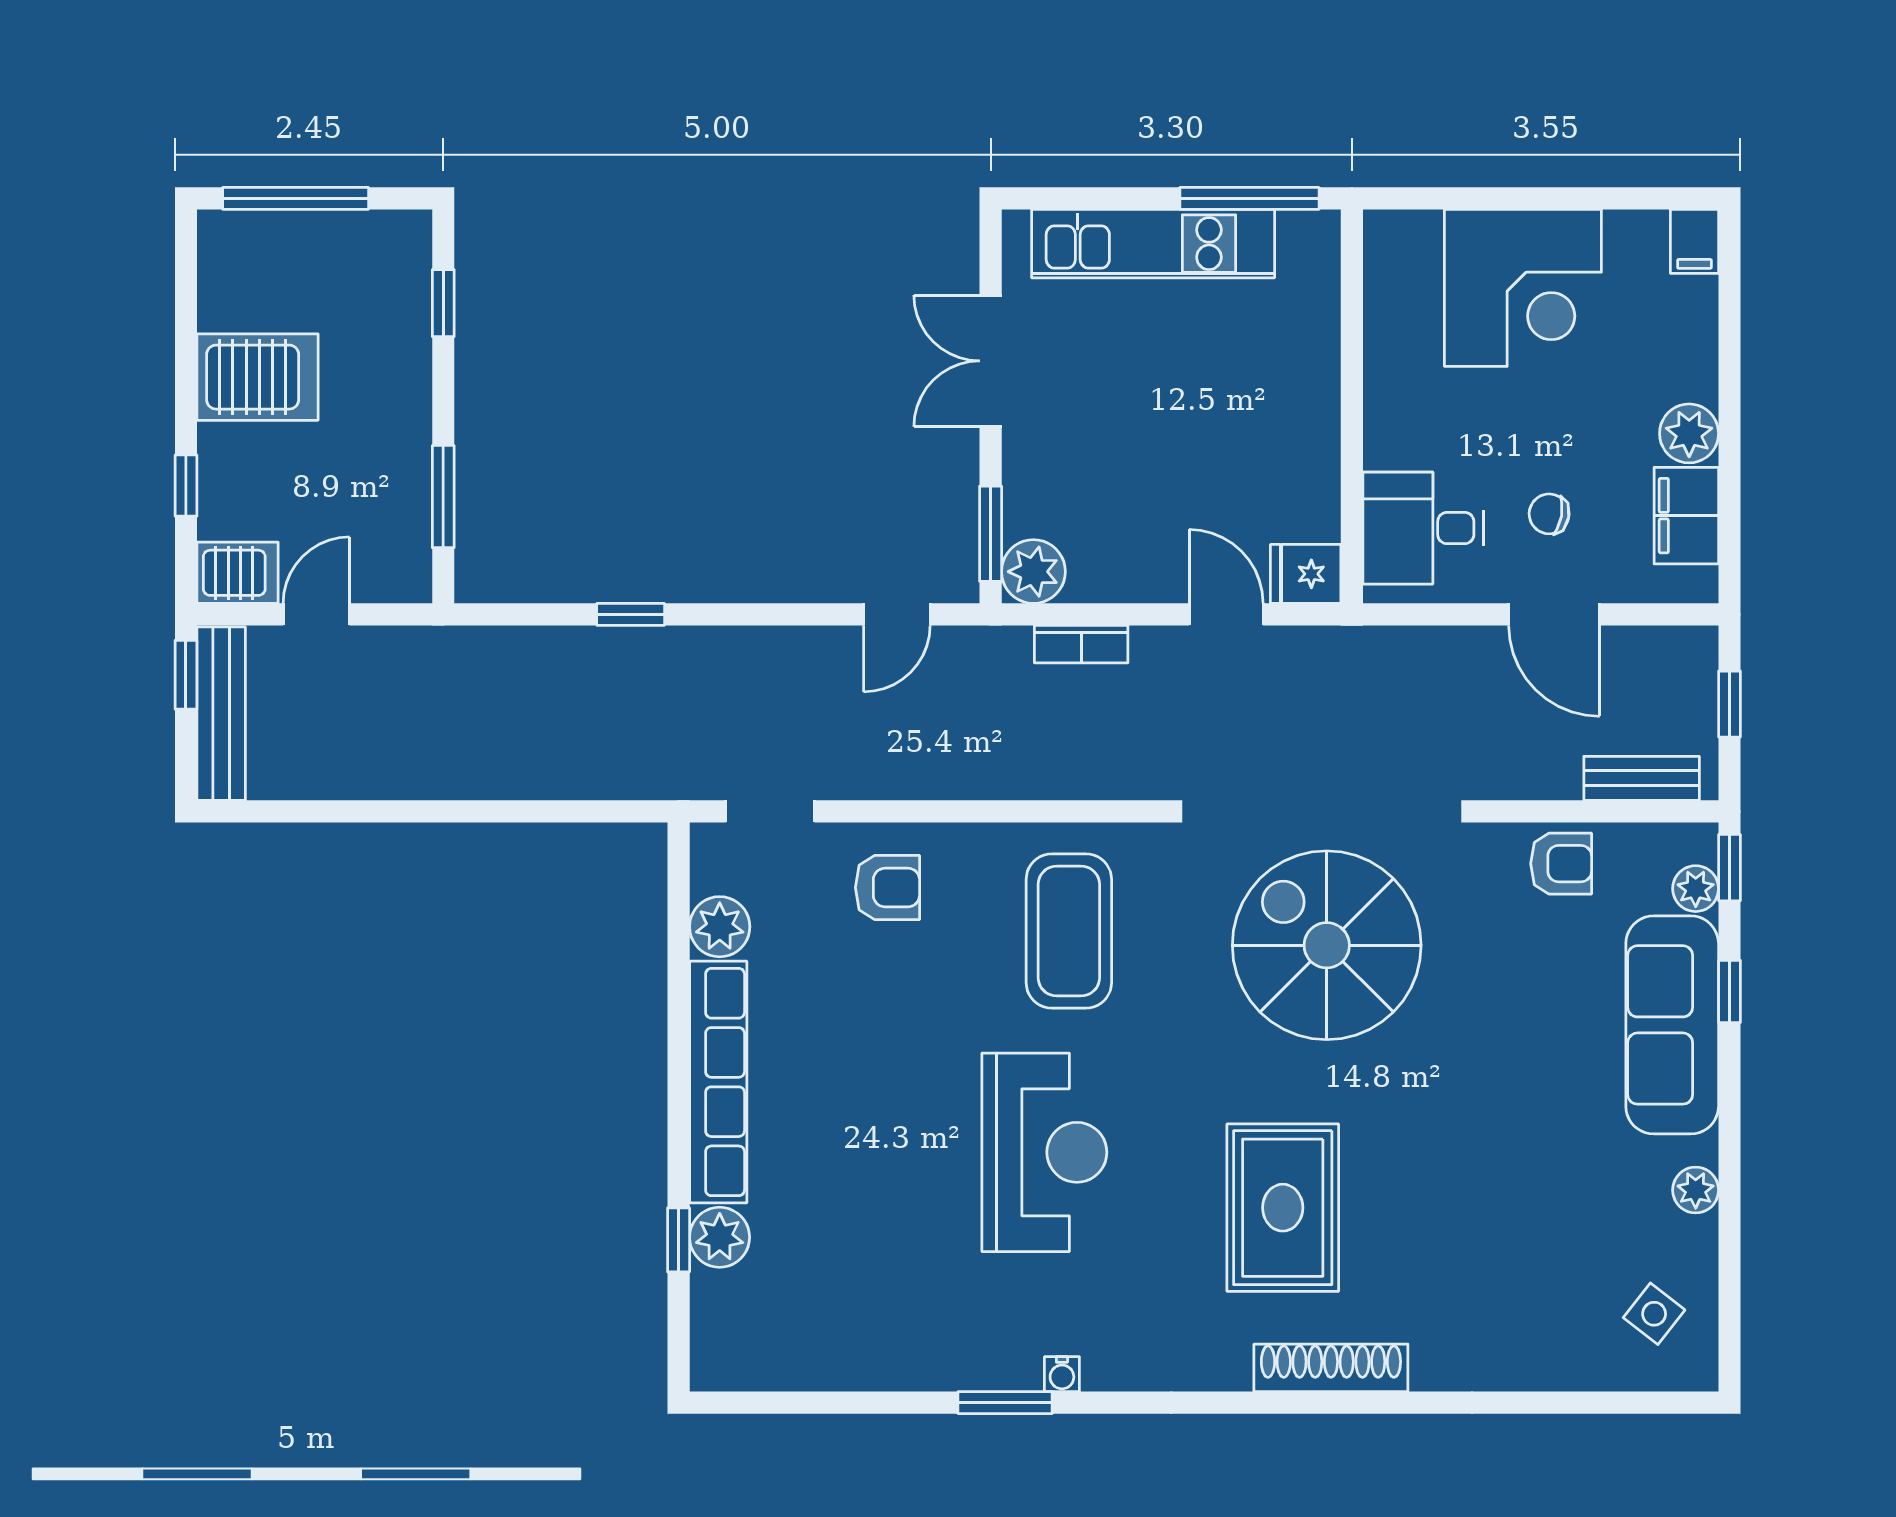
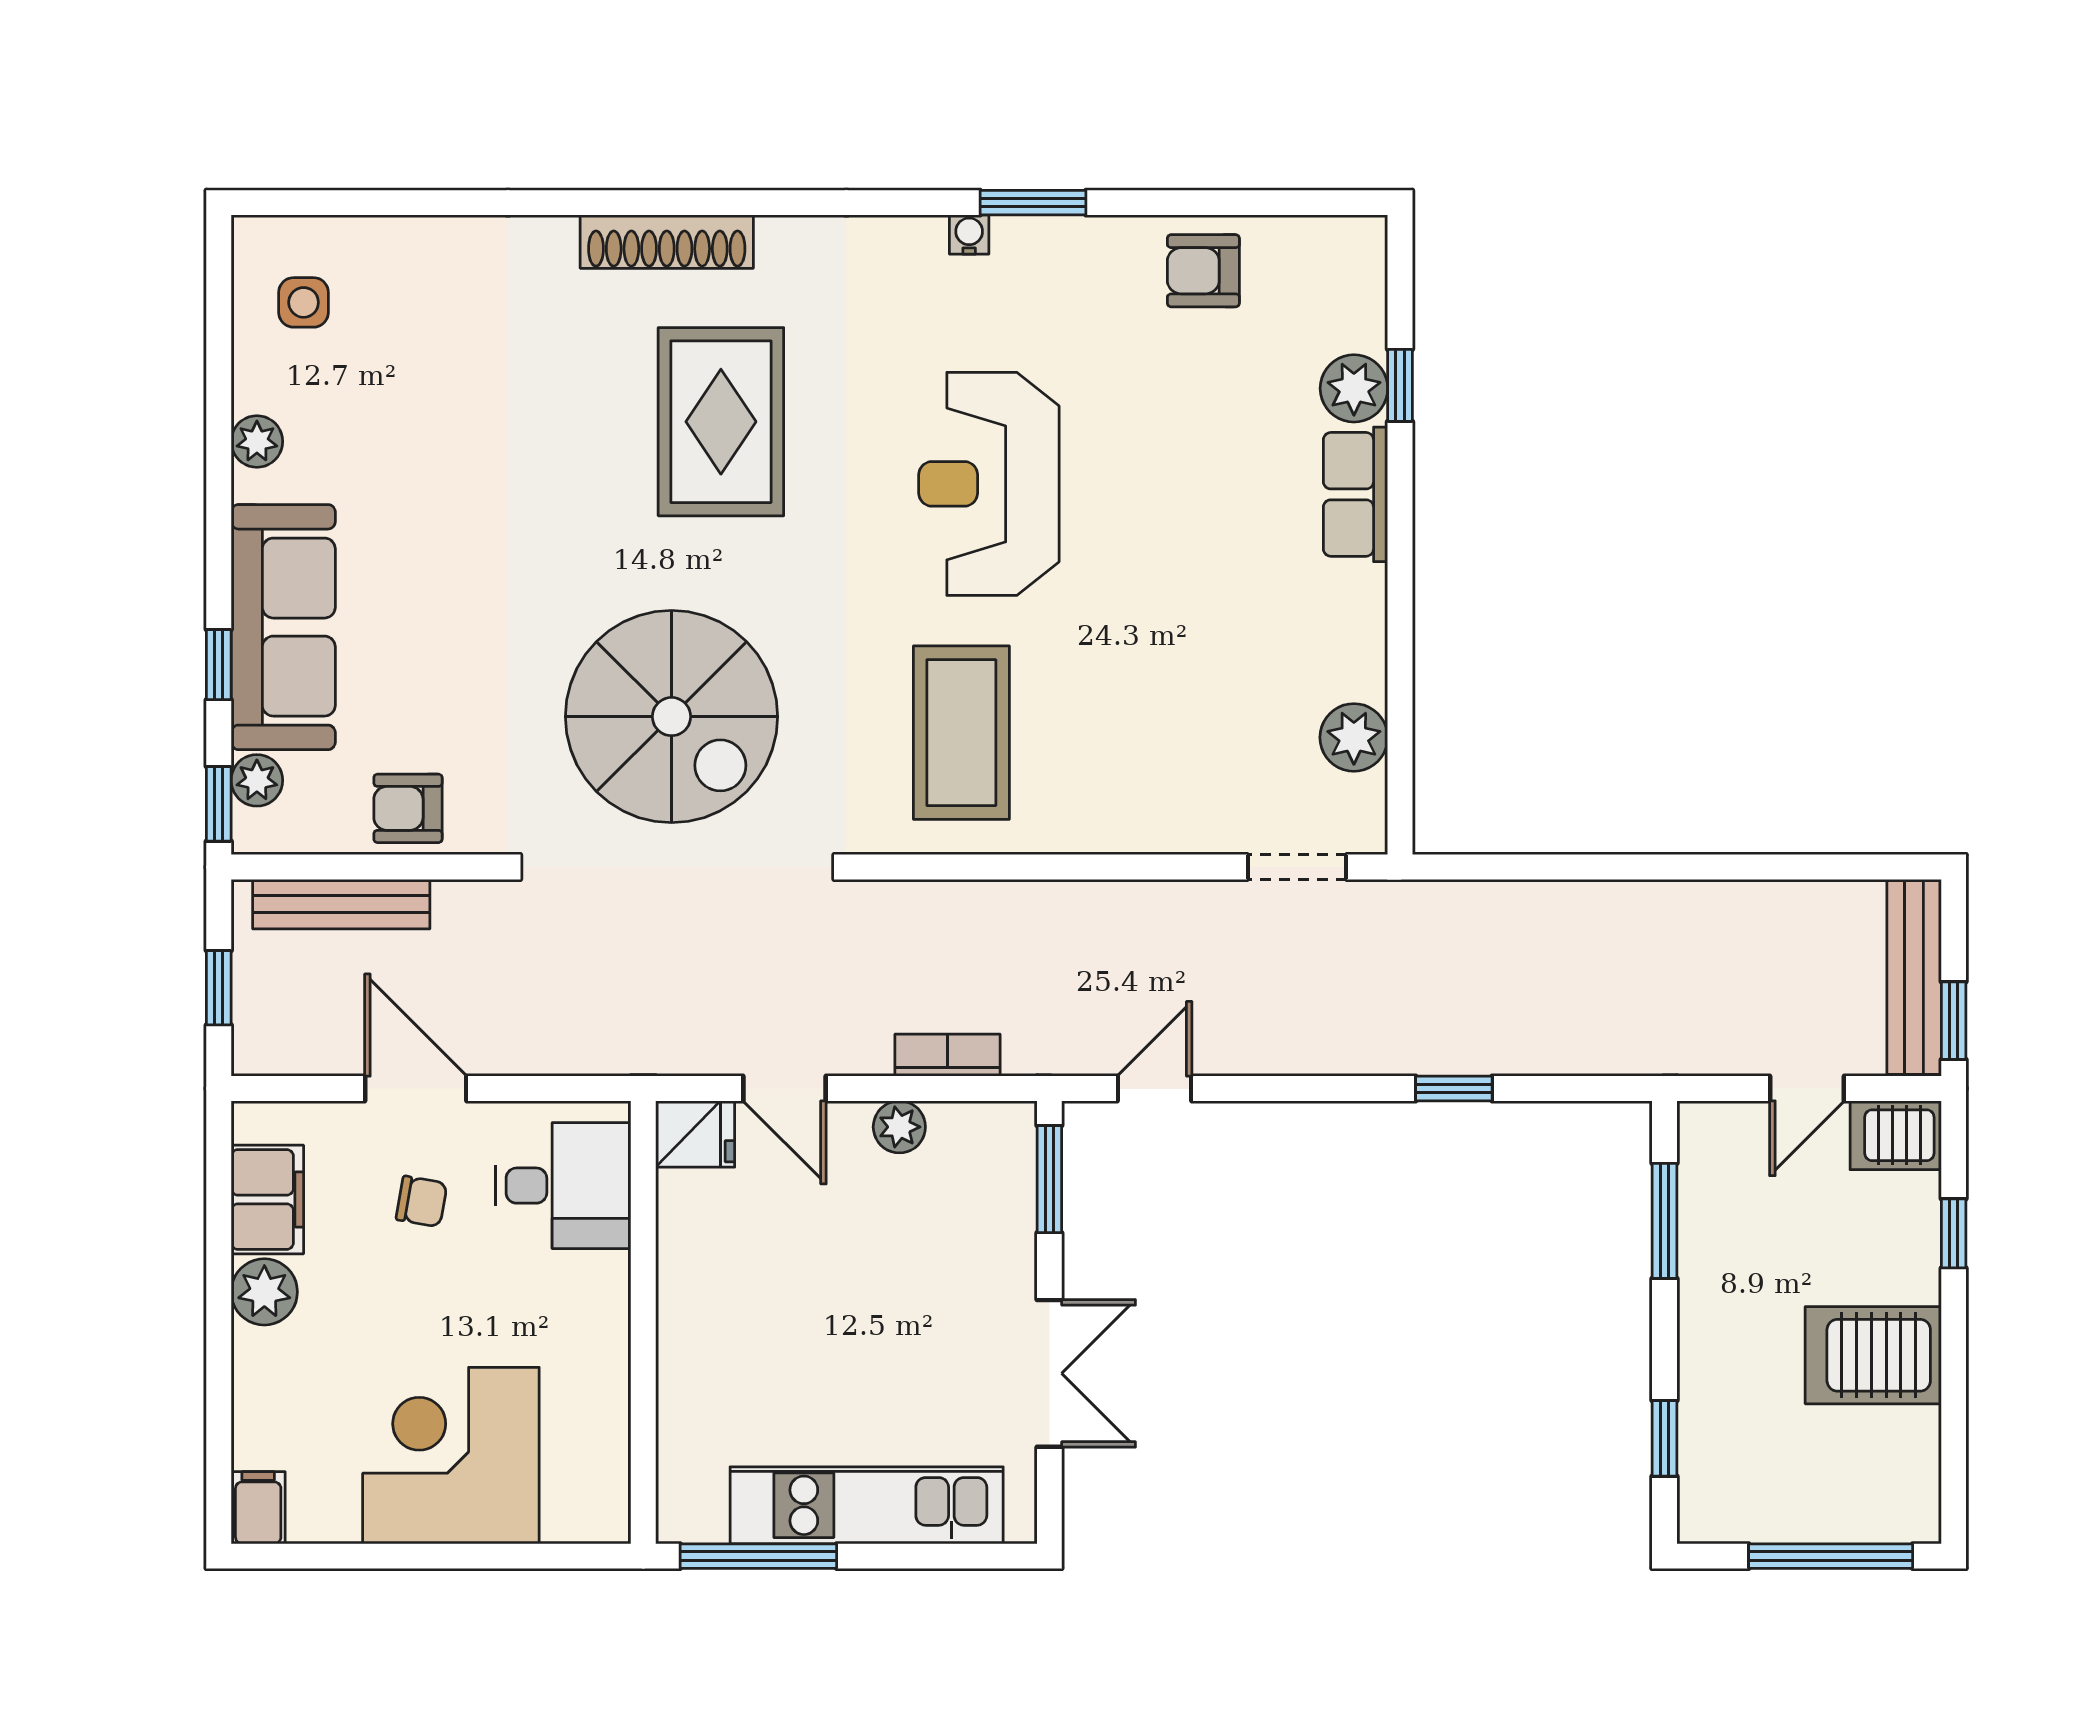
plant: (1033, 572) -> (899, 1127), moved, width x0.73, depth x0.73
bench: (1642, 778) -> (341, 904), width x1.36
armchair: (887, 888) -> (1203, 271), moved
row of seats: (718, 1082) -> (1356, 494), width x0.50
side table: (1654, 1314) -> (304, 302), turned -38

